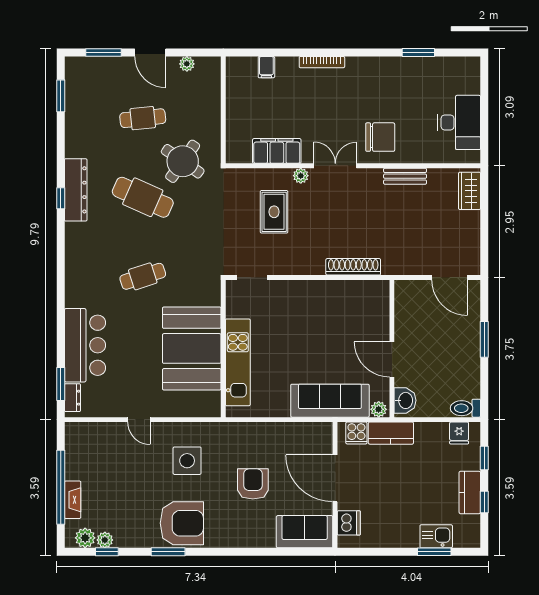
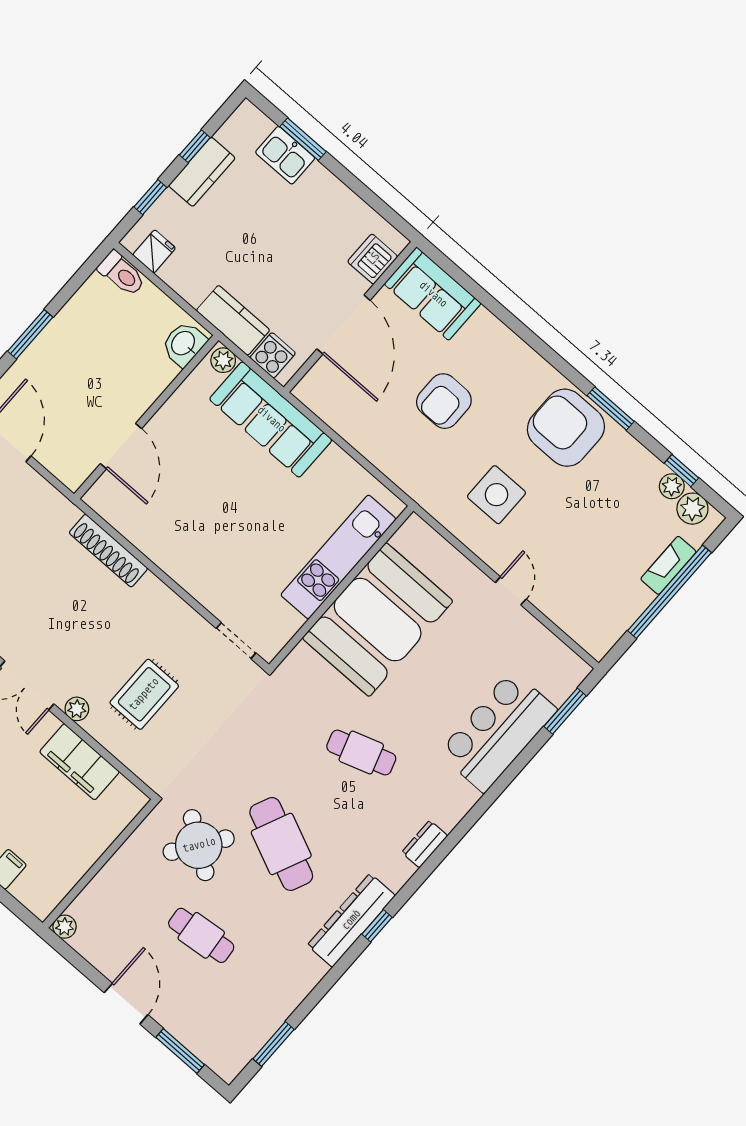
plant: (187, 64) -> (65, 927), moved
door: (392, 360) -> (121, 446), moved
dresser: (72, 398) -> (425, 844), moved

